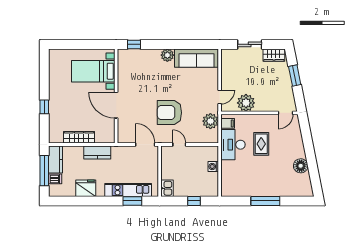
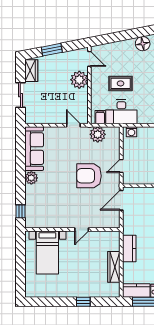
plant: (246, 103) -> (79, 80), moved
door: (116, 105) -> (82, 229), width x0.53
armchair: (169, 113) -> (89, 176), turned 90
washing machine: (213, 166) -> (131, 132), moved

